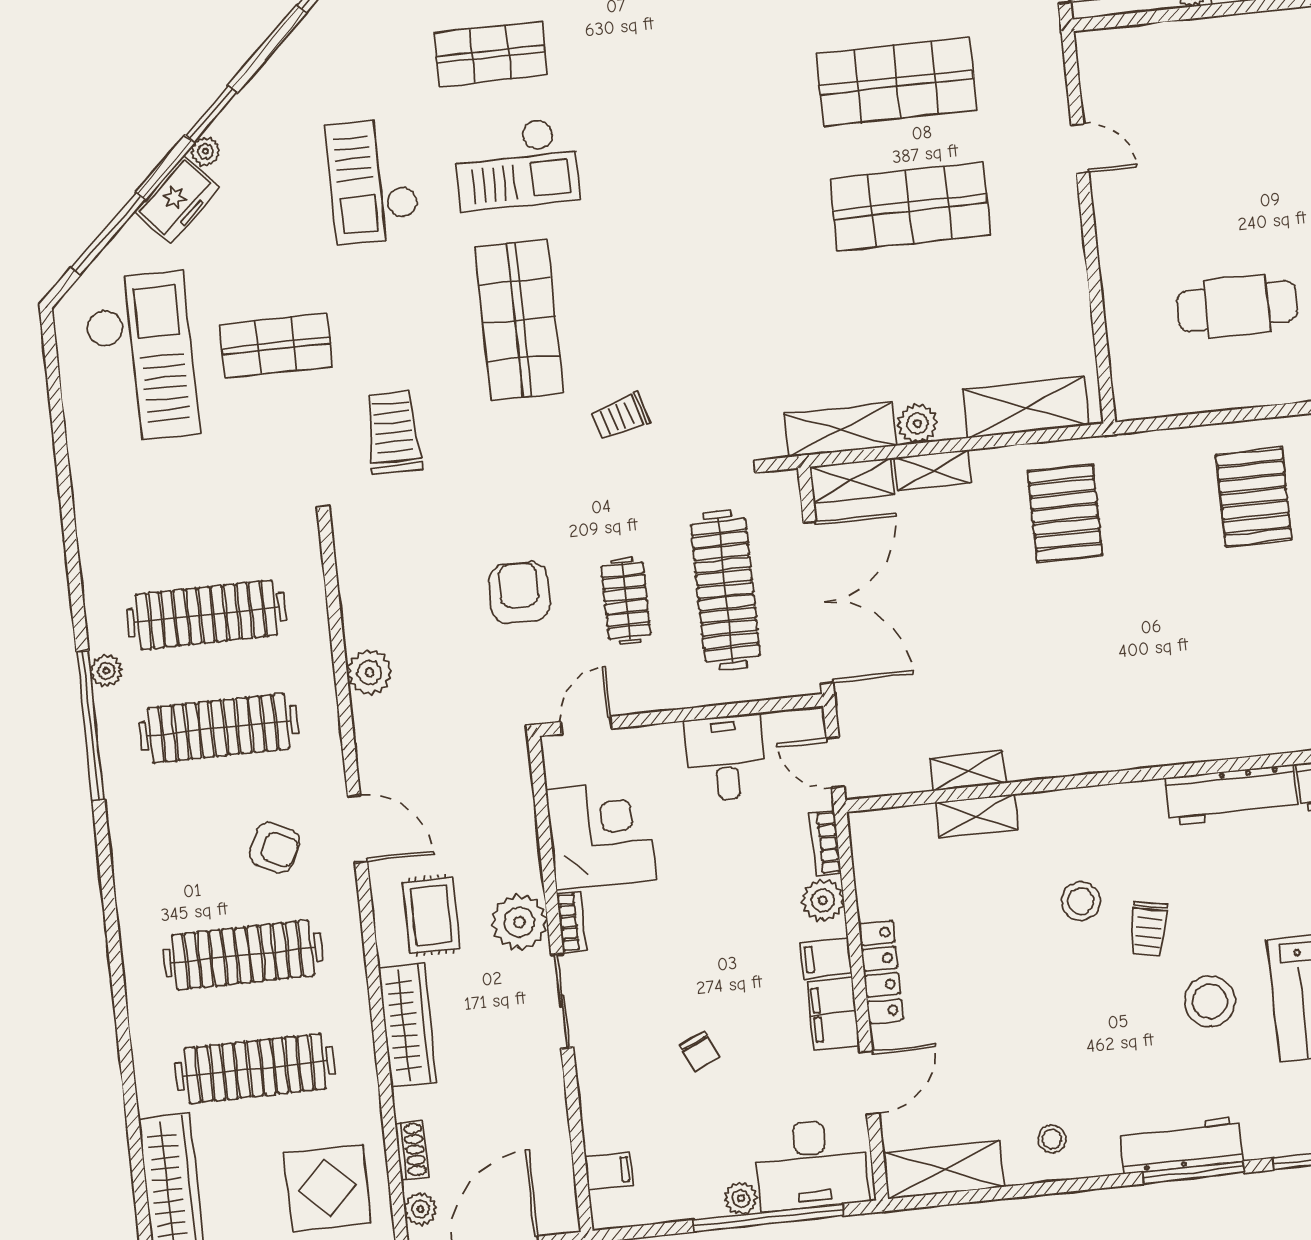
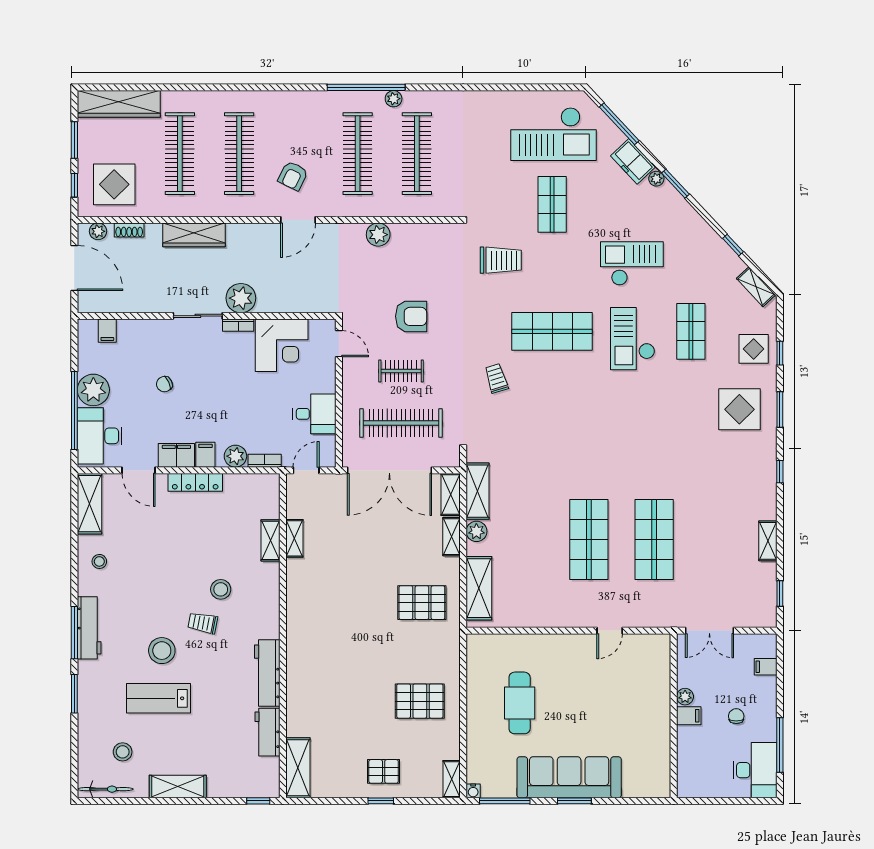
rug: (431, 915) -> (249, 253), removed
plant: (741, 1199) -> (93, 390), width x1.88, depth x1.88

